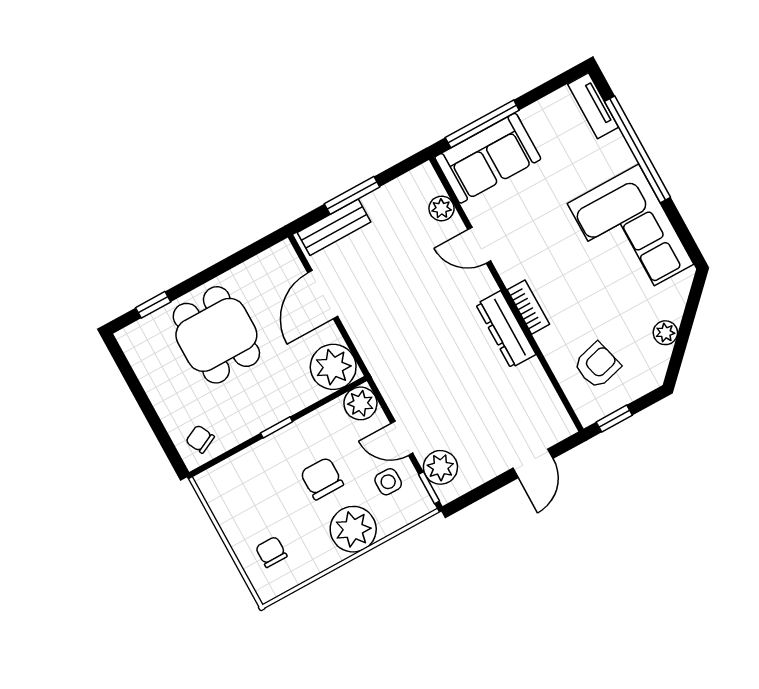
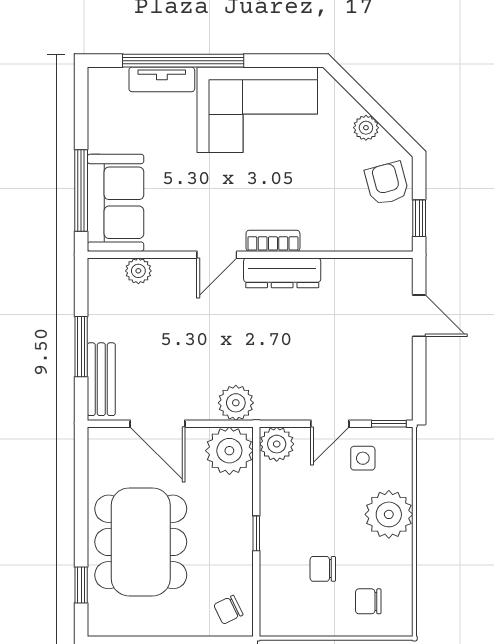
tv unit: (593, 106) -> (162, 79), moved
door: (479, 245) -> (217, 255), moved
dining table: (216, 335) -> (141, 542), width x1.37
armchair: (597, 365) -> (387, 183), moved
plant: (440, 467) -> (236, 403), moved
chair: (322, 479) -> (323, 569), moved, width x0.73, depth x0.73

